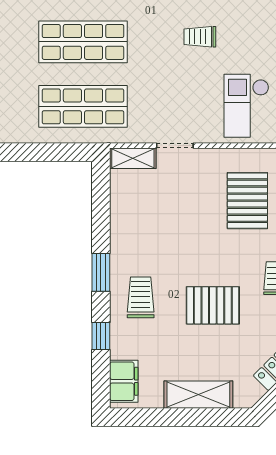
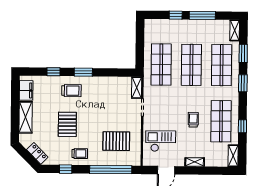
filing cabinet: (124, 381) -> (26, 90), moved, turned -90

